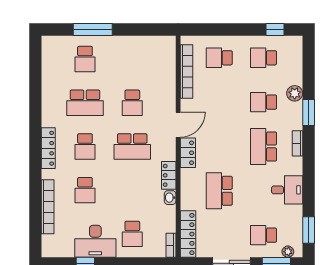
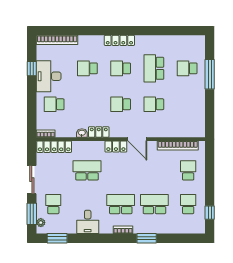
plant: (295, 93) -> (161, 228), removed
school desk: (264, 102) -> (154, 204), width x1.85
school desk: (132, 146) -> (121, 104), width x0.54
bookcase: (48, 207) -> (57, 40), moved

